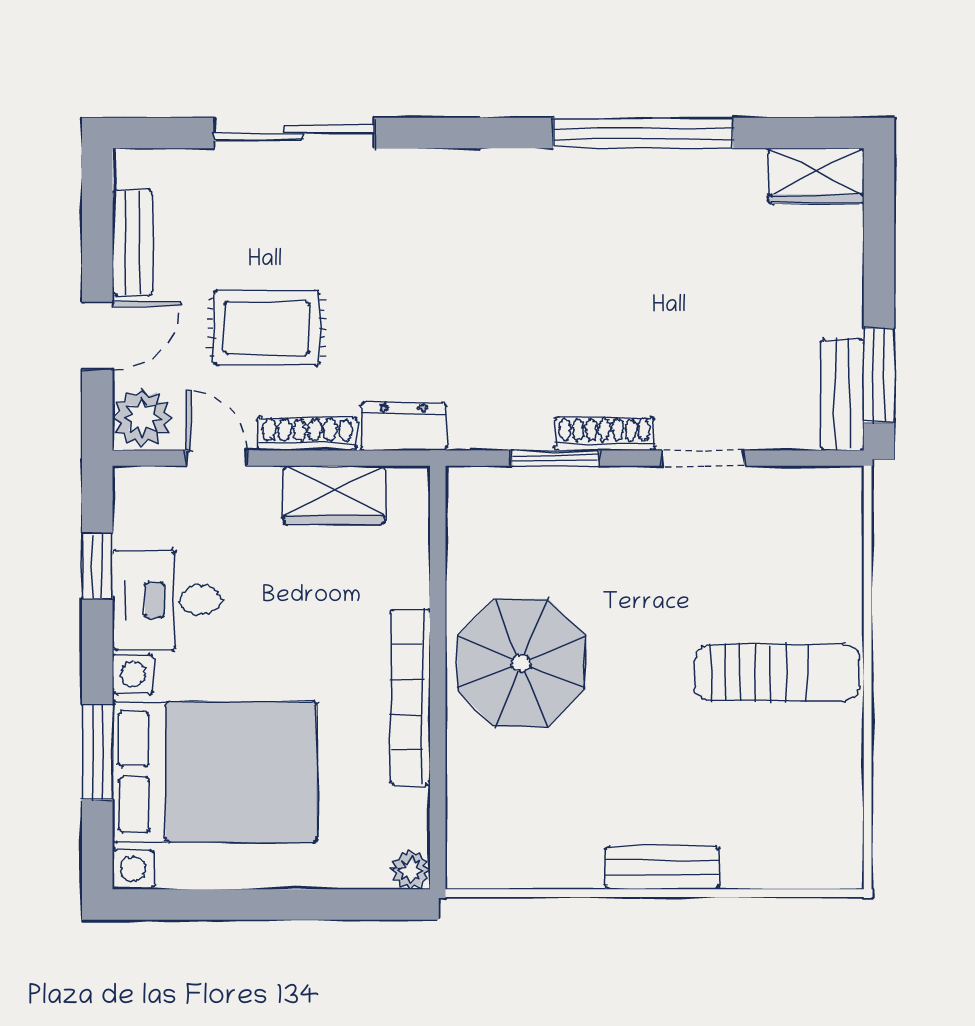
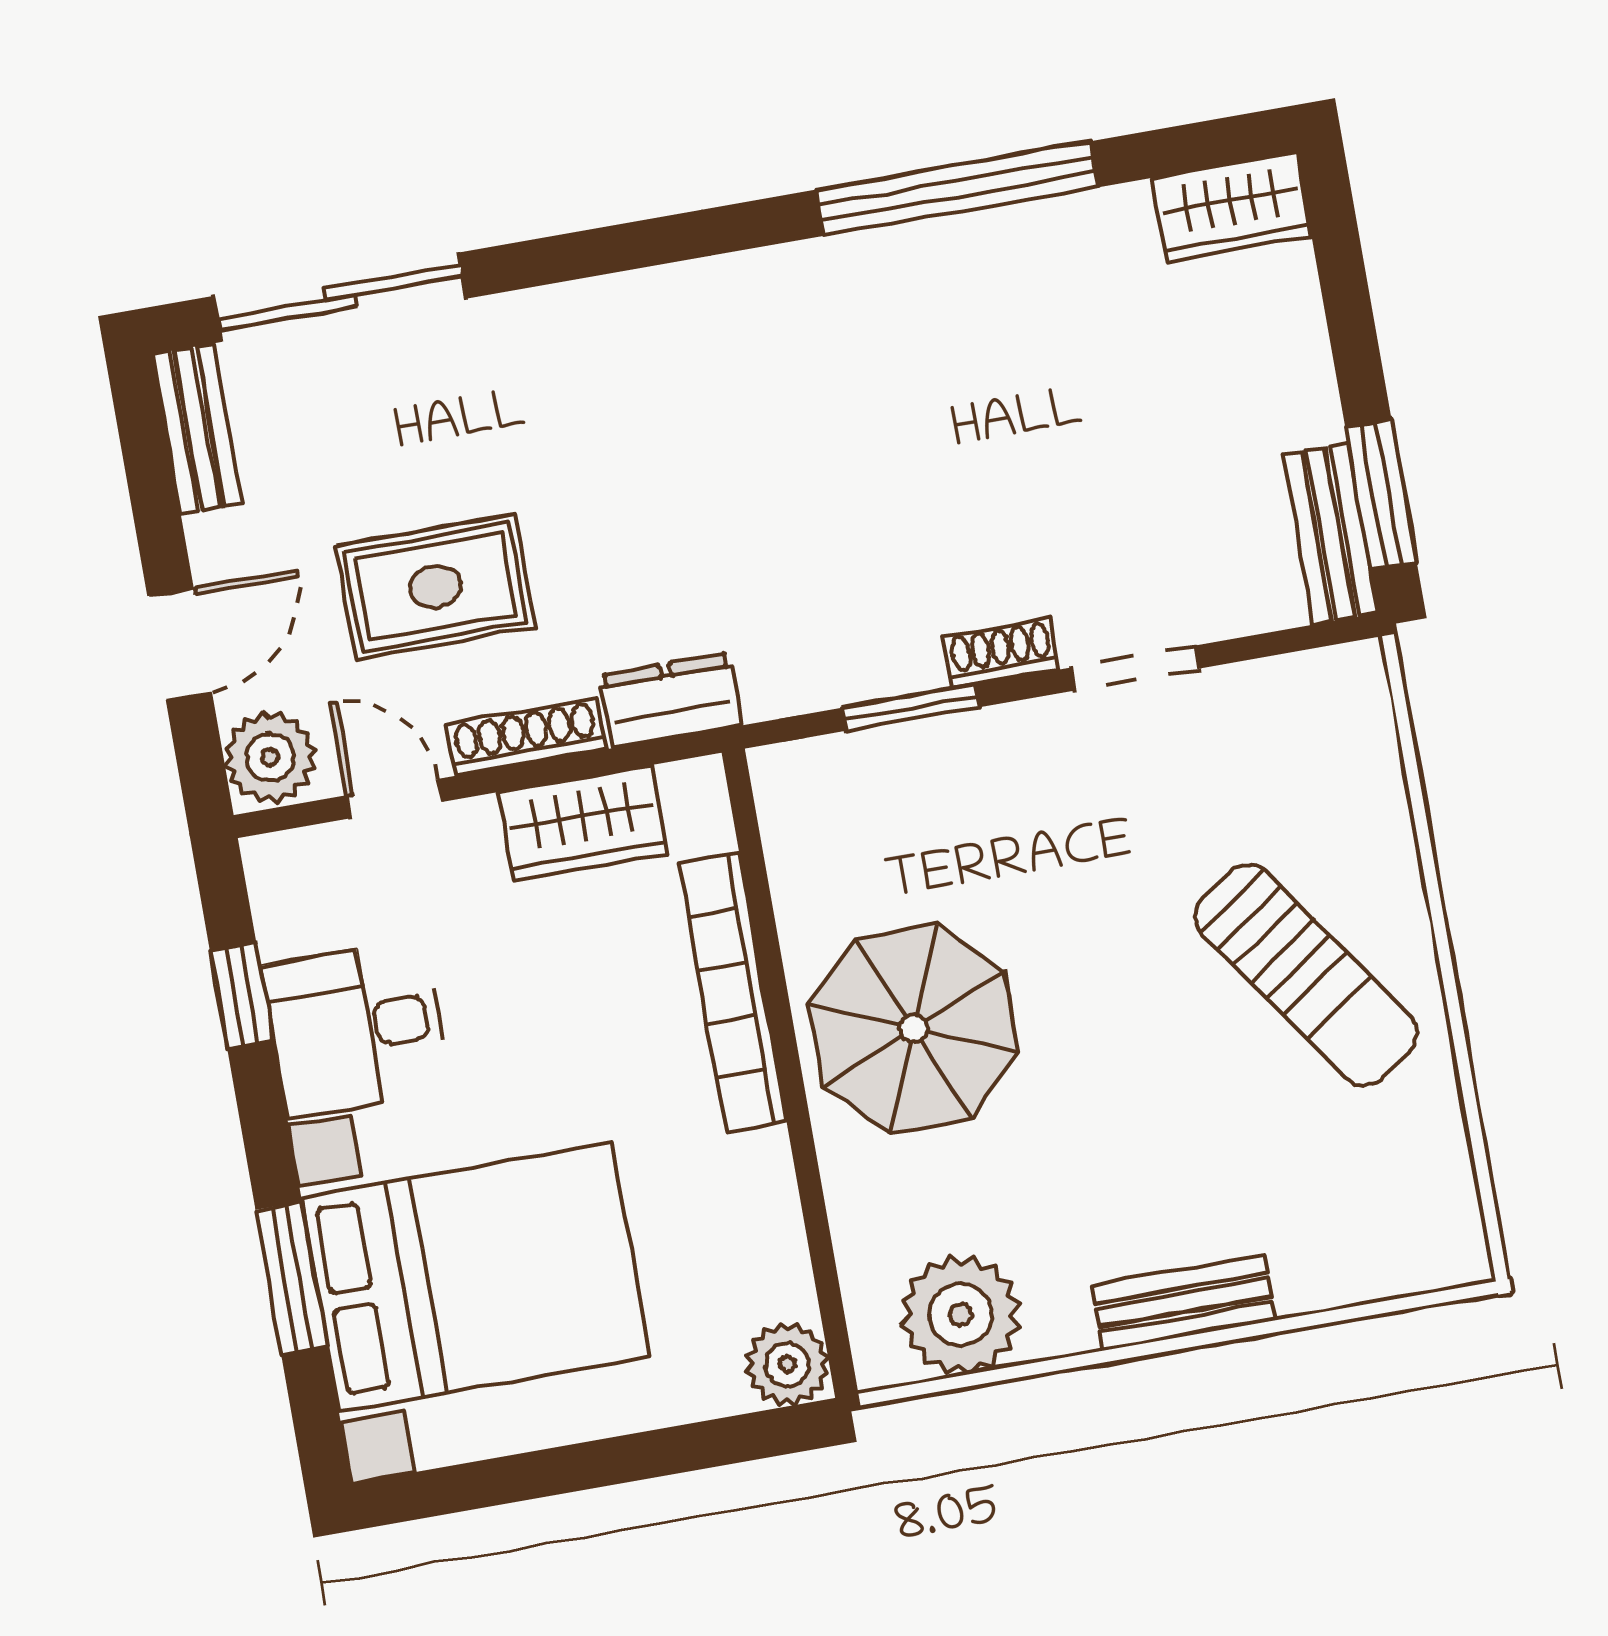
sliding door: (294, 133) -> (340, 297), moved
bench: (133, 243) -> (197, 429), moved
shoe rack: (604, 434) -> (1001, 653), width x0.70
sun lounger: (777, 673) -> (1306, 975), turned 55
bookcase: (410, 697) -> (732, 992), moved
plant: (519, 850) -> (961, 1315), added
plant: (411, 870) -> (787, 1364), width x1.38, depth x1.38

